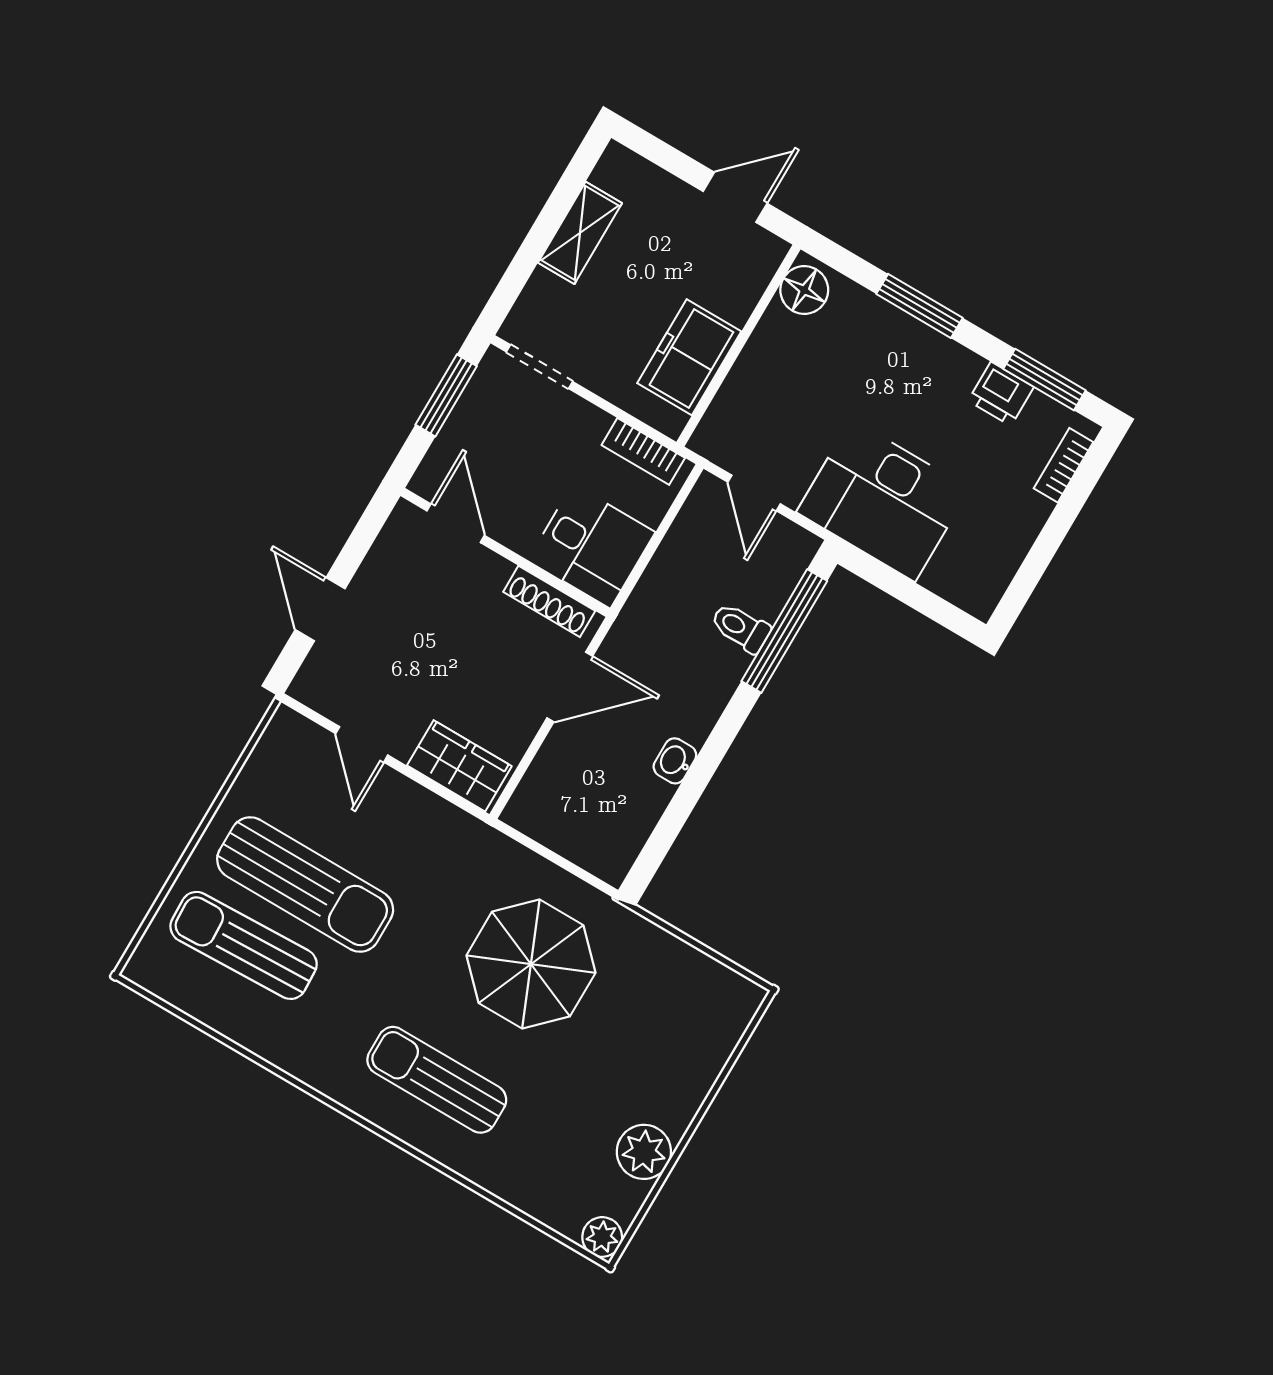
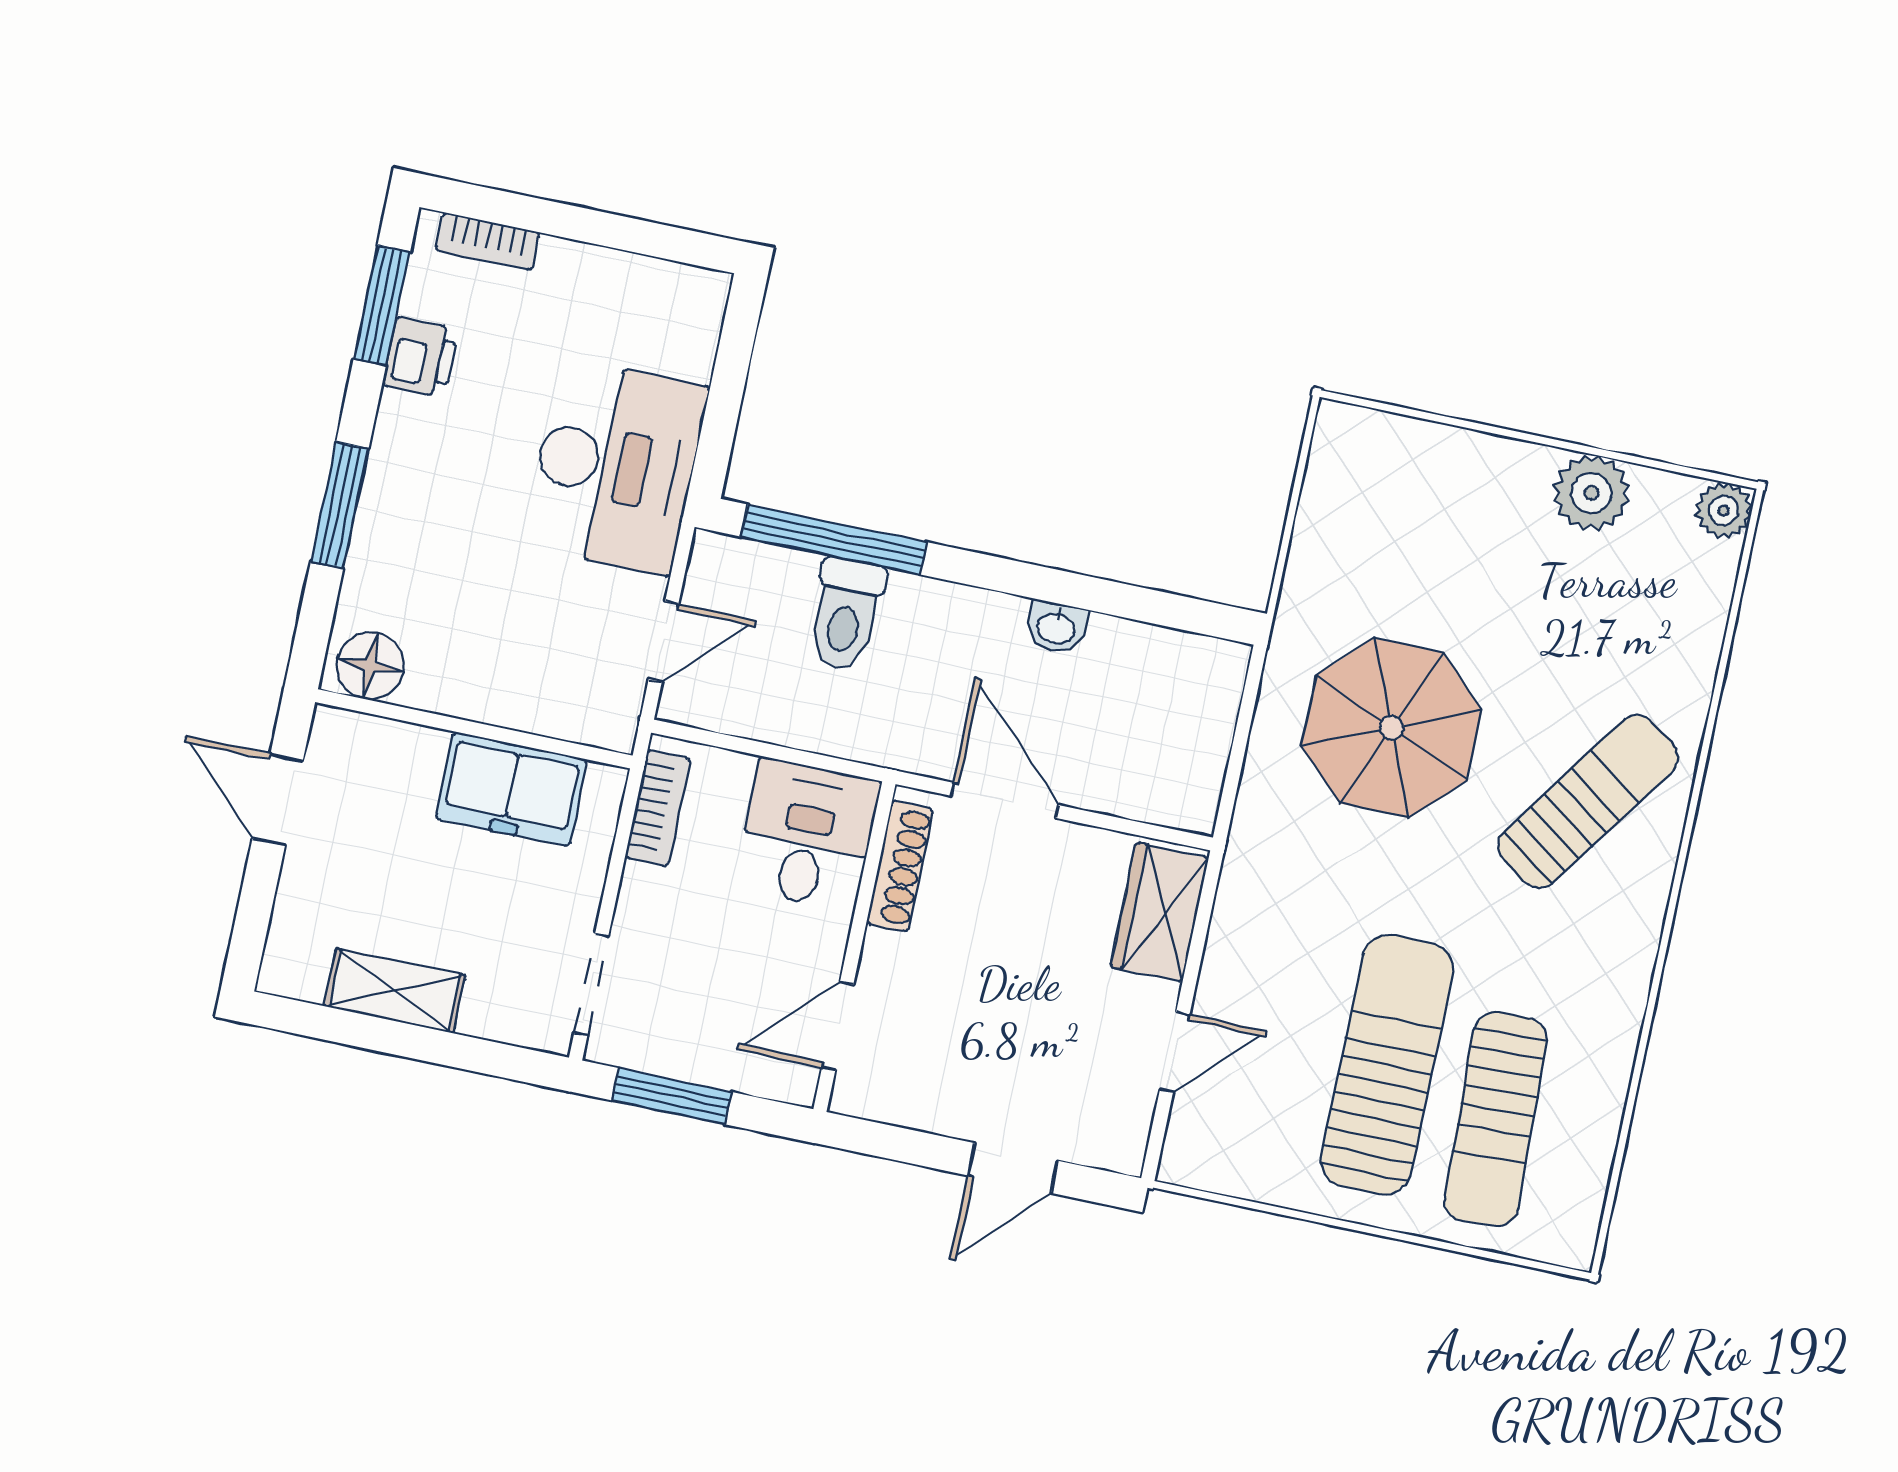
toilet: (740, 628) -> (846, 614), width x1.37, depth x1.39
sun lounger: (437, 1080) -> (1588, 801), turned -145

